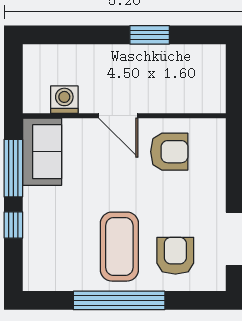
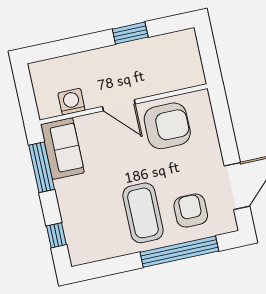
armchair: (169, 152) -> (167, 126), width x1.36, depth x1.36
window: (13, 225) -> (56, 235), moved
window: (119, 300) -> (179, 252), moved

